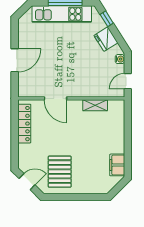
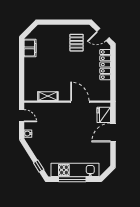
fridge: (106, 39) -> (104, 115), moved, turned -148
door: (128, 81) -> (22, 116), hinge flipped
locker: (24, 124) -> (105, 65), moved
pallet: (60, 172) -> (77, 43), width x0.67, depth x0.71

